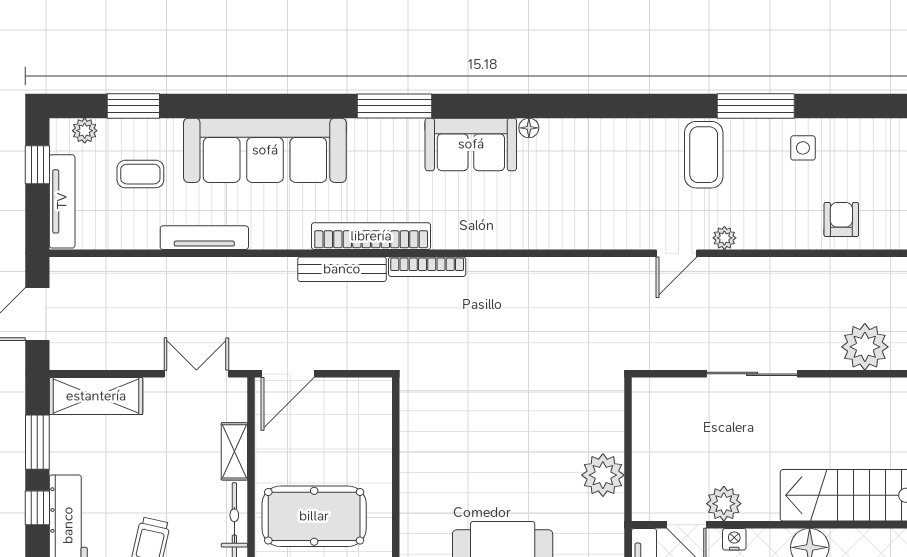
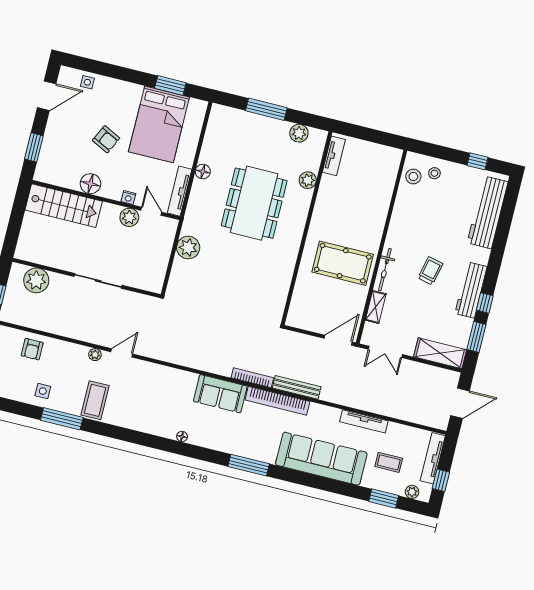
sofa: (471, 144) -> (220, 394), moved, turned 180

